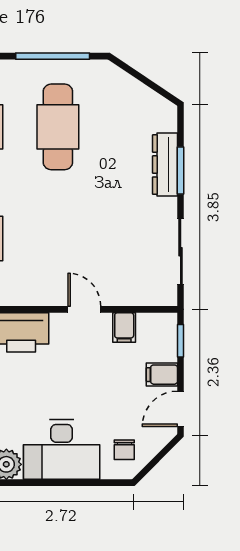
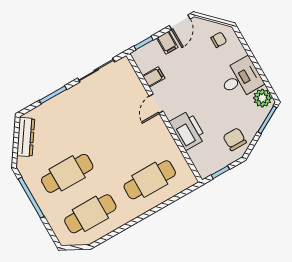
dresser: (165, 165) -> (26, 137), moved, turned -56
door: (181, 409) -> (180, 22), hinge flipped
desk: (62, 449) -> (241, 79), width x0.73

